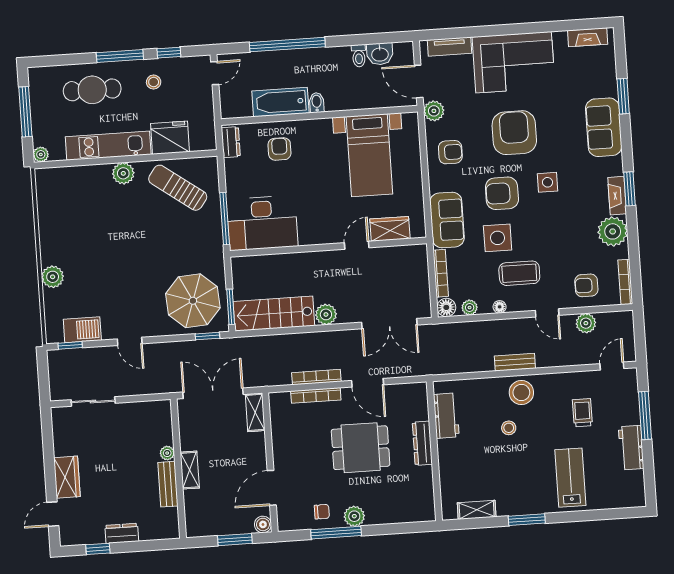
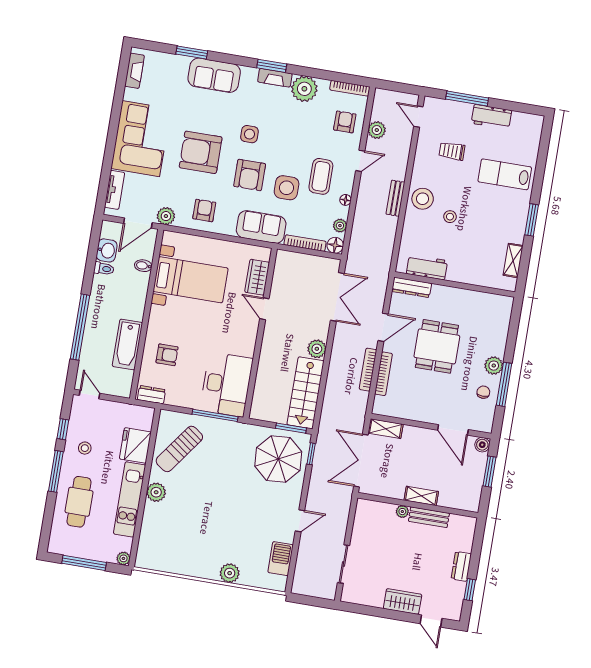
bidet: (317, 103) -> (143, 266), moved
armchair: (279, 149) -> (167, 355), turned 180
armchair: (586, 285) -> (345, 122), turned 180
window: (70, 345) -> (291, 572), removed
dresser: (422, 443) -> (412, 287), moved

